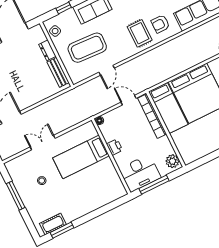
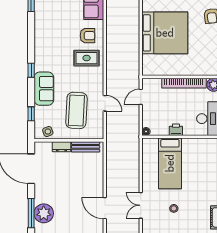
armchair: (160, 24) -> (87, 36), turned -90
bed: (168, 108) -> (165, 65), removed
bookcase: (152, 116) -> (184, 83), moved
double door: (43, 143) -> (141, 205), moved

